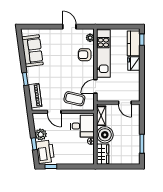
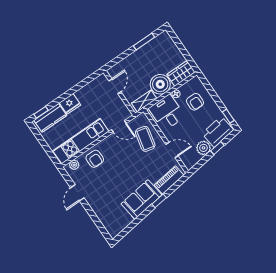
sofa: (32, 51) -> (141, 199), moved
door: (54, 112) -> (172, 150), hinge flipped
armchair: (76, 150) -> (195, 102), added

